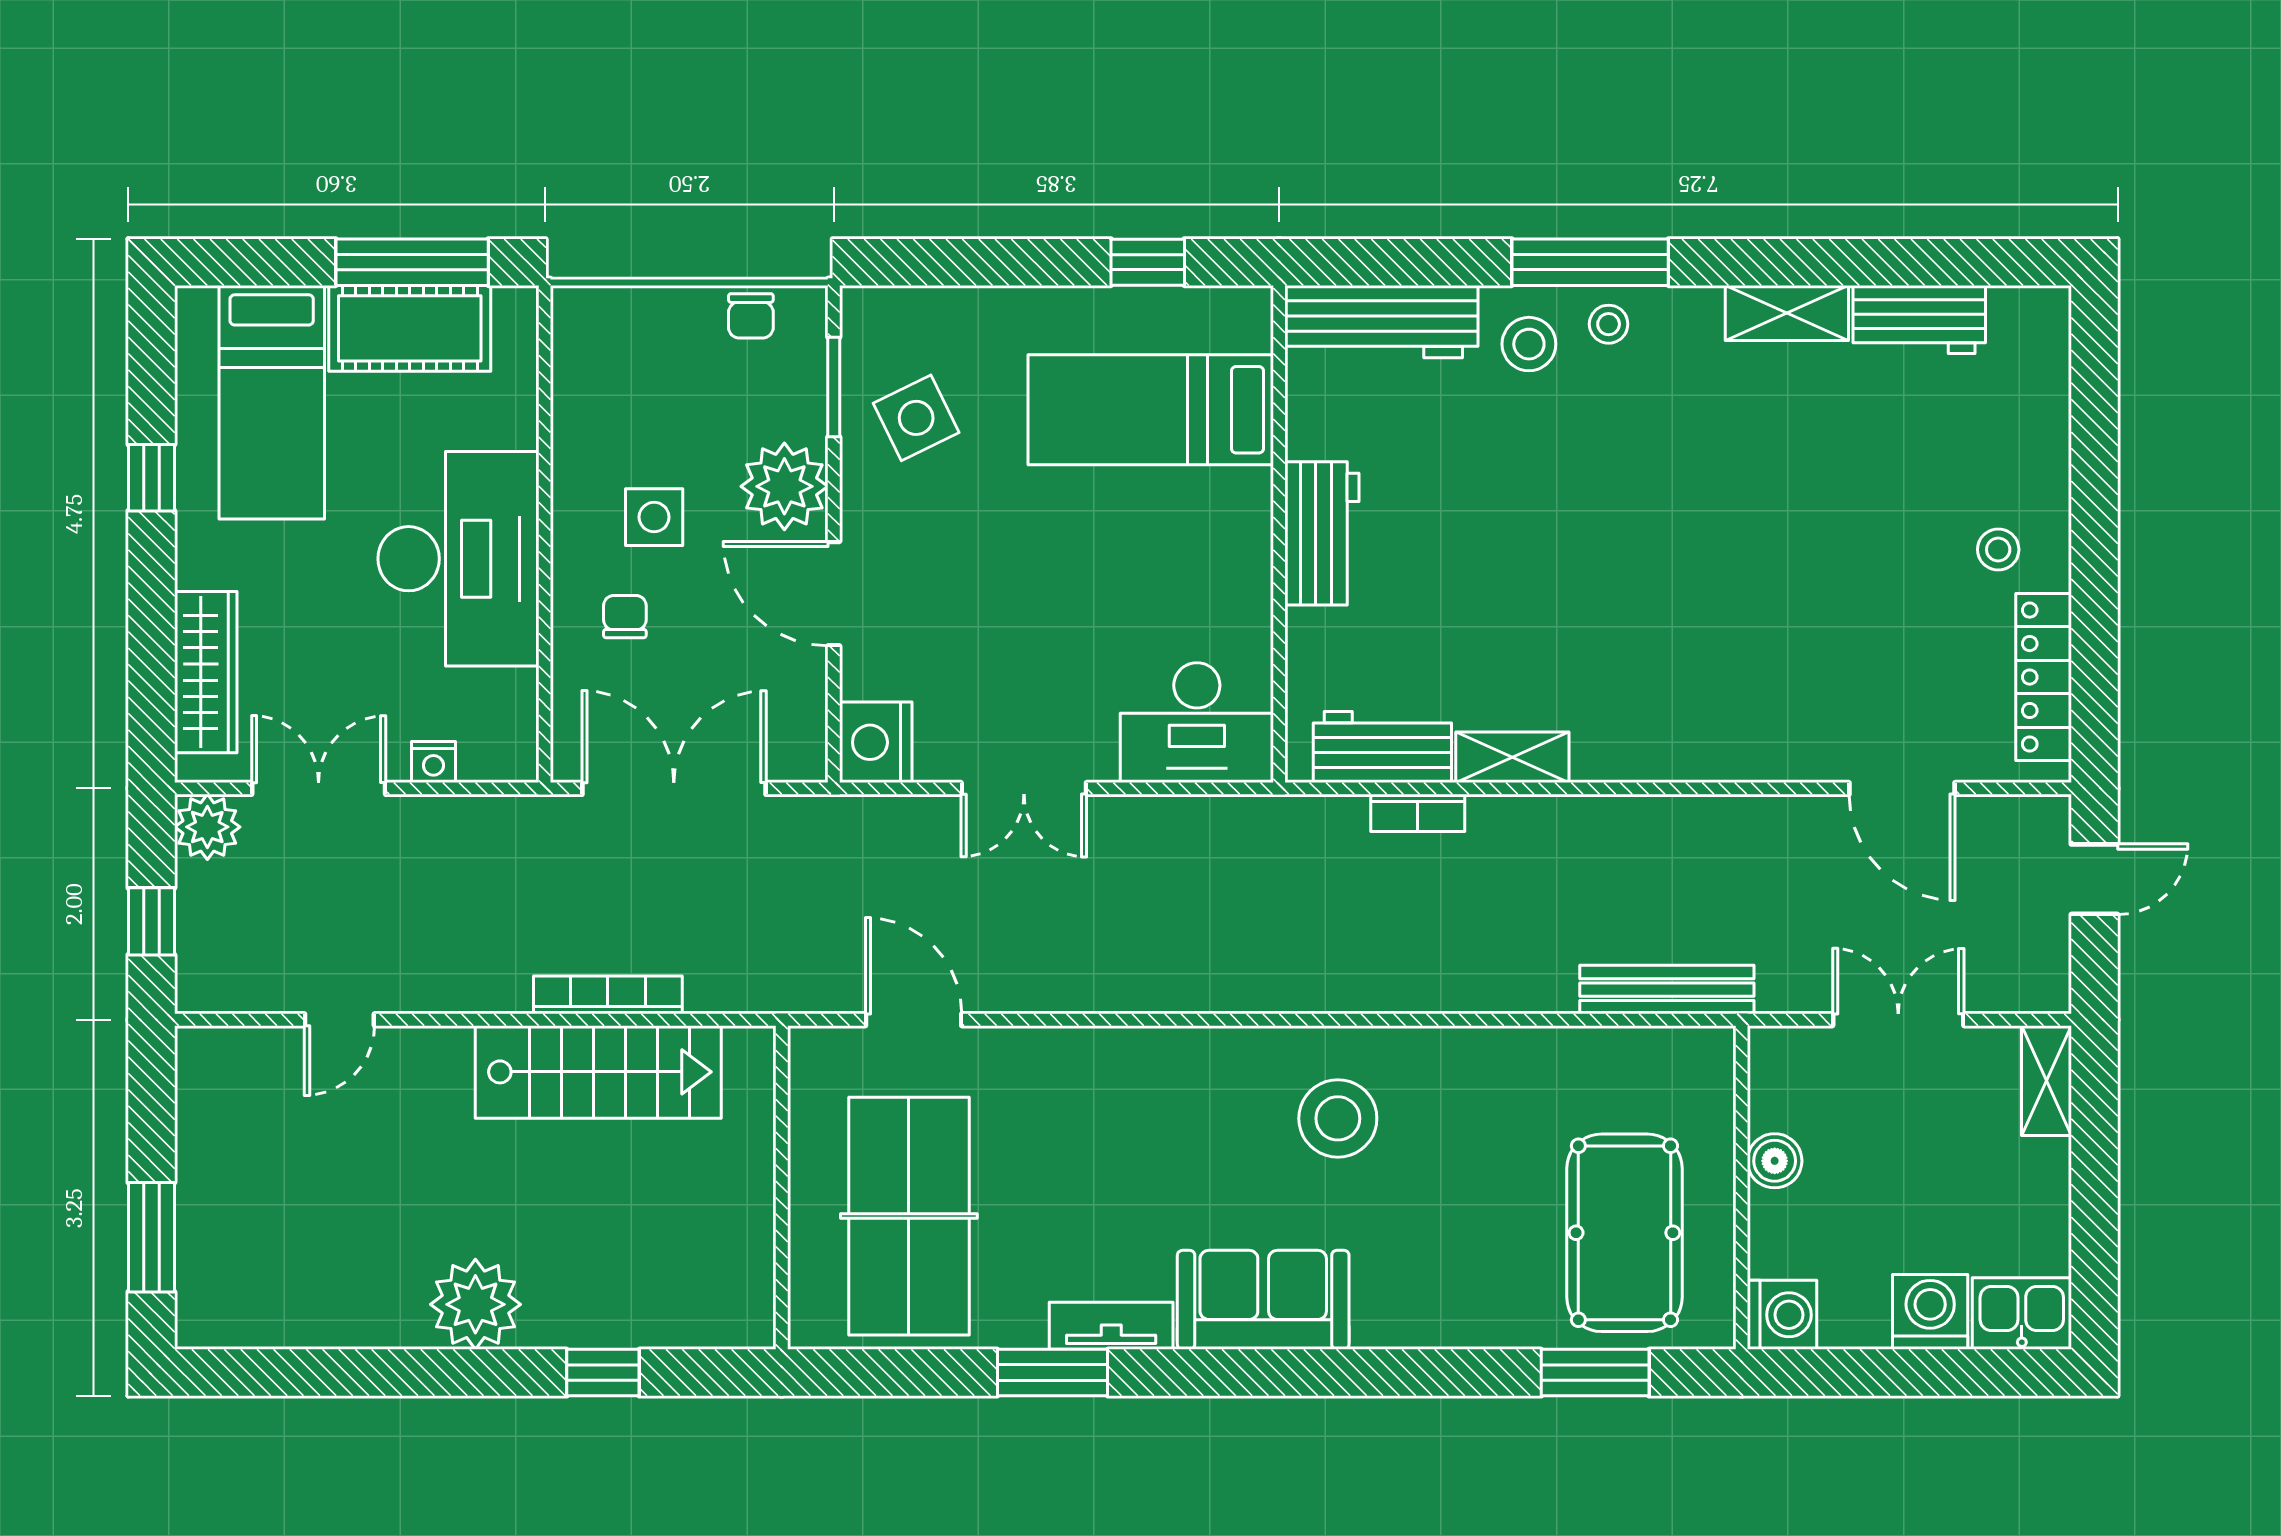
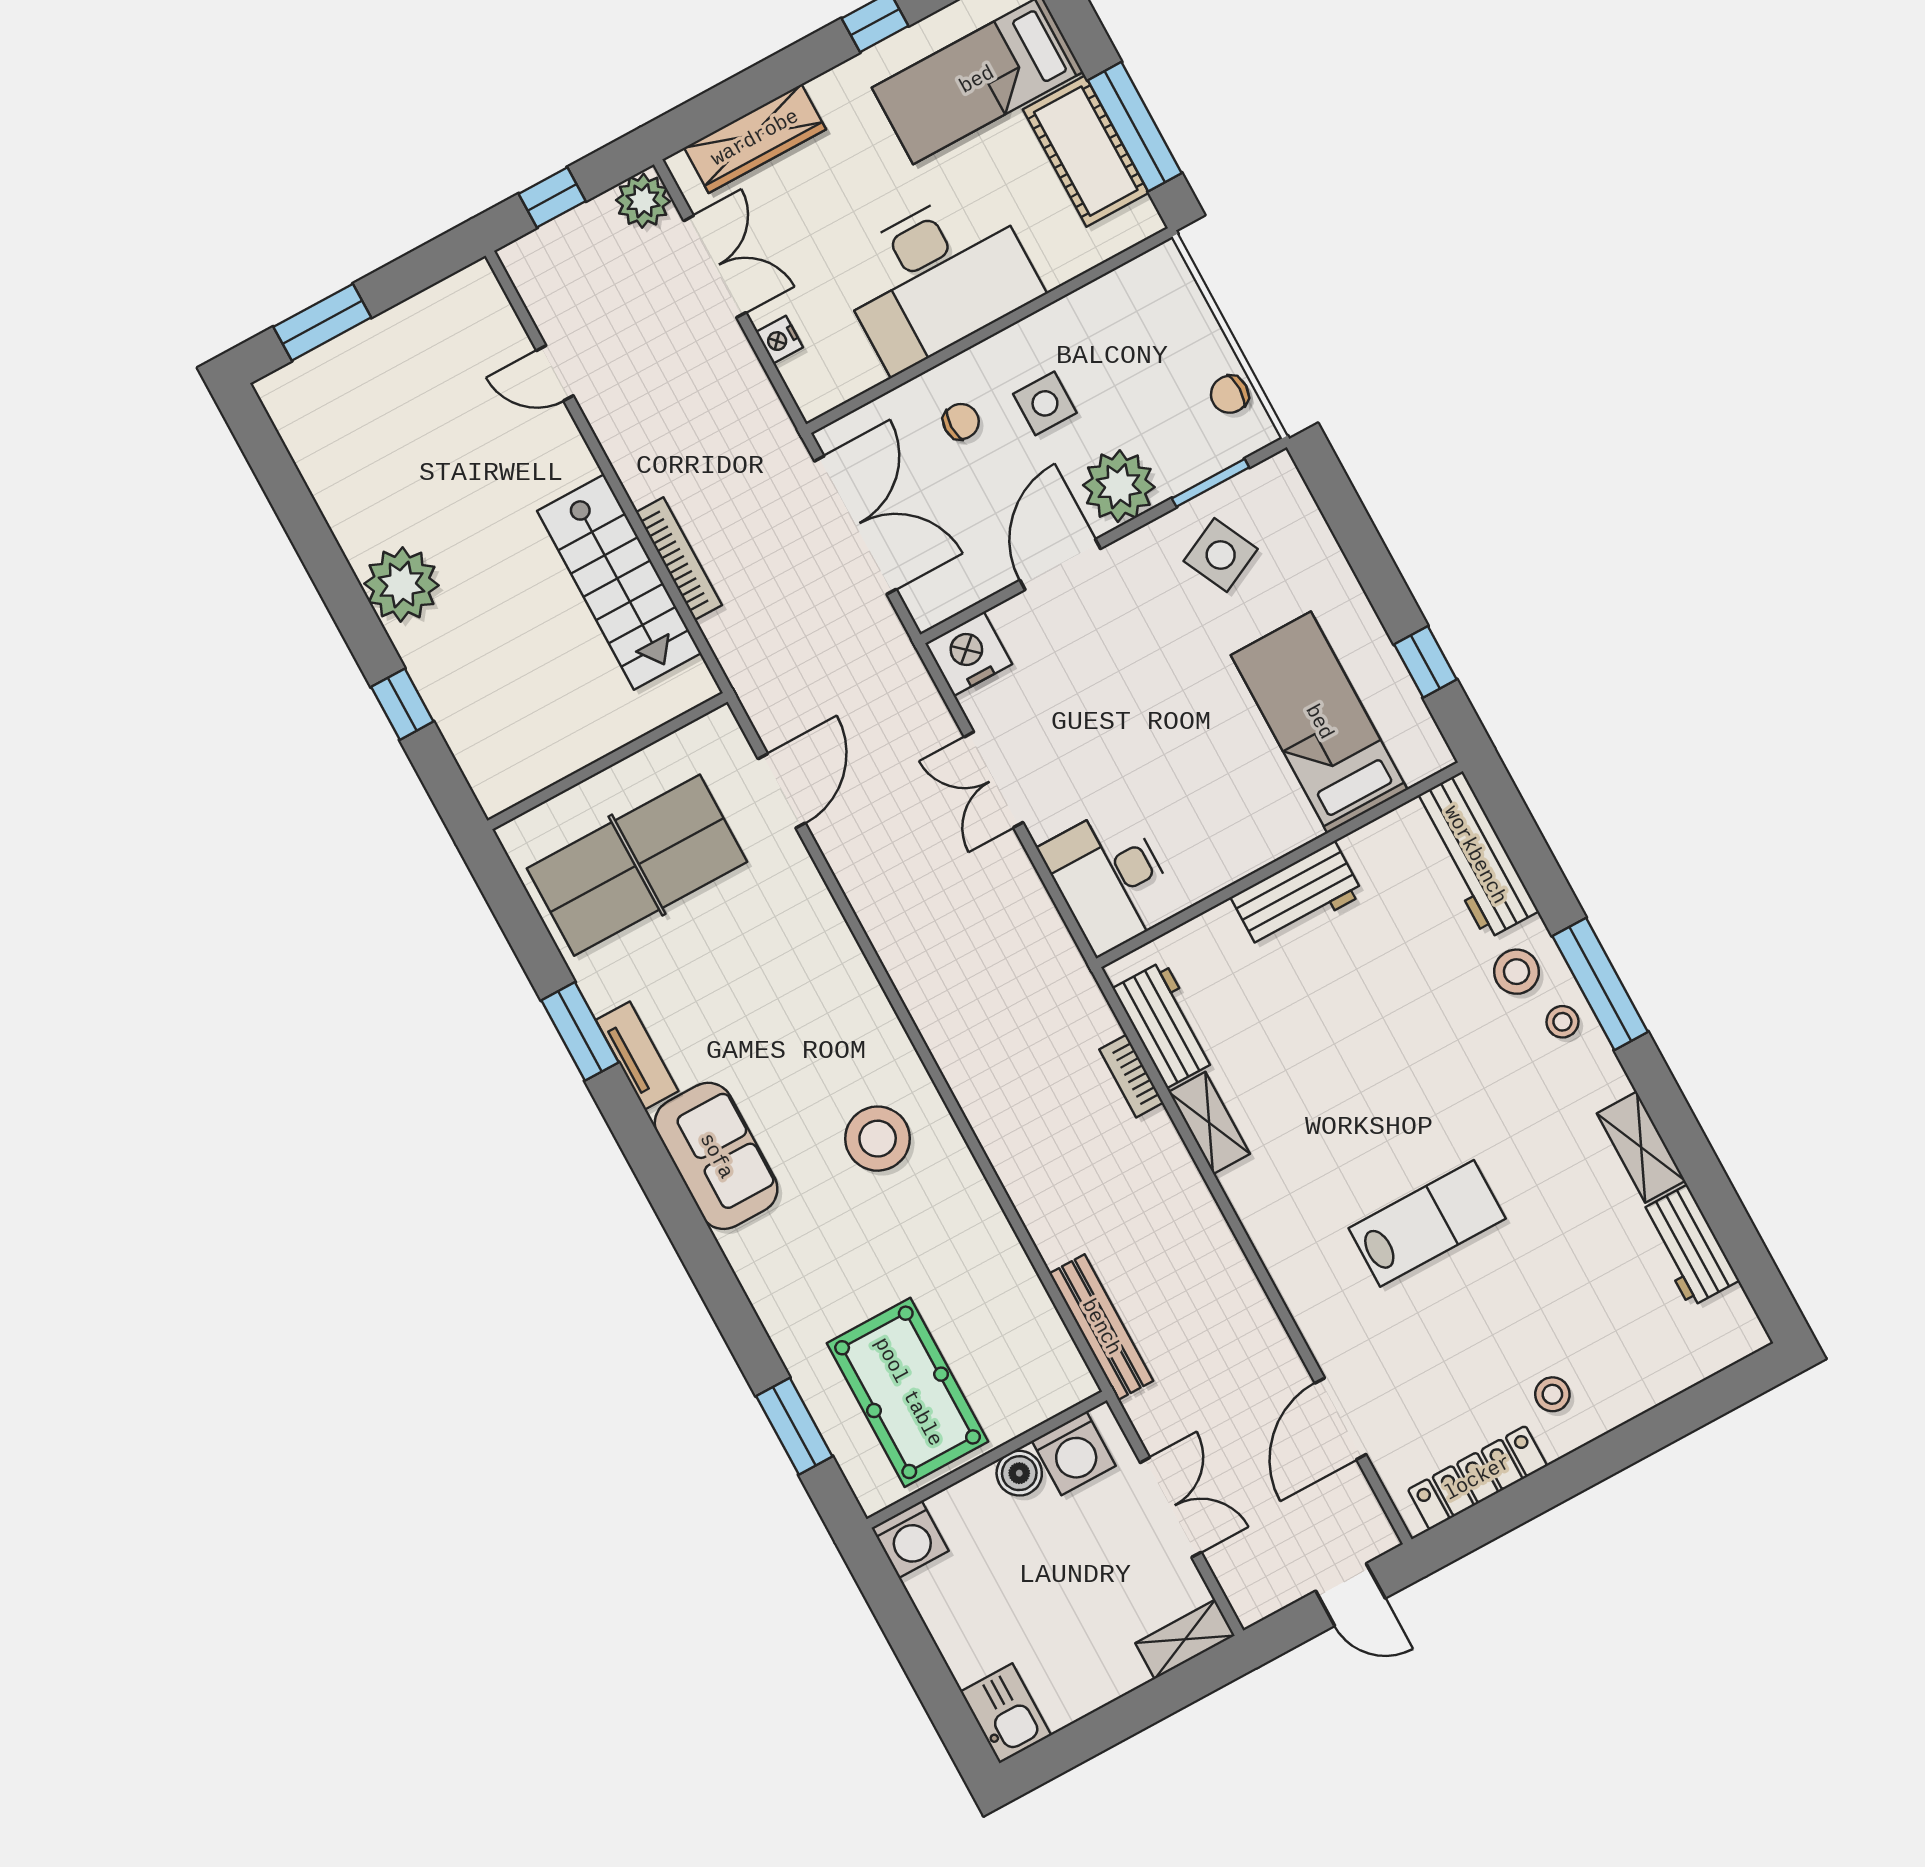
lab bench: (1745, 584) -> (1427, 1223), added
pool table: (1624, 1233) -> (908, 1392), turned 90
washing machine: (1930, 1312) -> (1074, 1453), moved, turned 90

